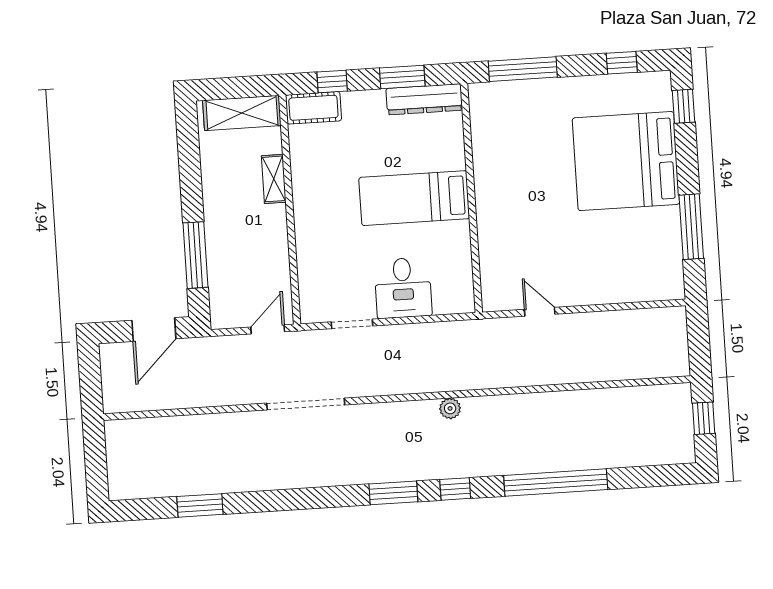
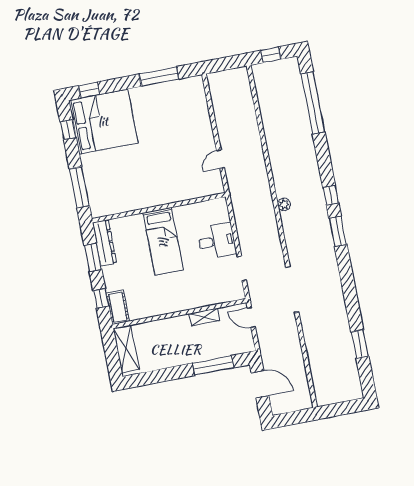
bed: (626, 161) -> (103, 122), moved, turned -90
shelving: (274, 179) -> (204, 317), moved
window: (556, 482) -> (313, 103), moved

